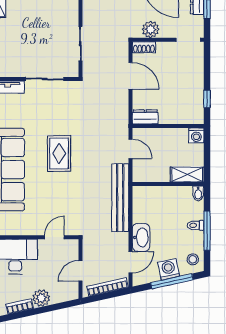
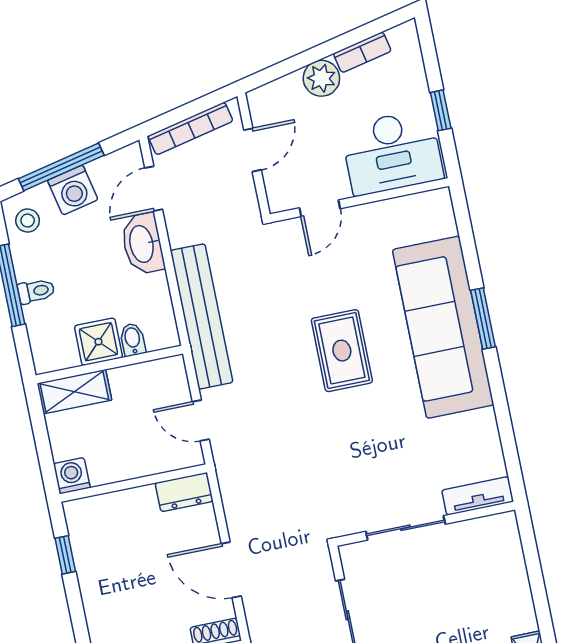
rug: (59, 153) -> (342, 351), moved
bidet: (198, 193) -> (133, 340), moved
shower: (171, 196) -> (98, 342), added

